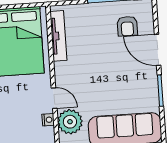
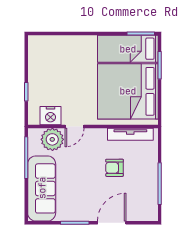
armchair: (127, 26) -> (114, 168), moved
nightstand: (48, 120) -> (50, 116), width x1.89, depth x1.79

